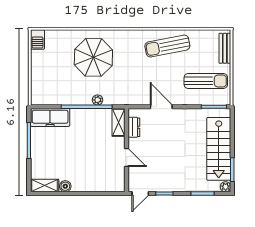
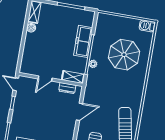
parasol: (93, 57) -> (124, 55), moved
freezer: (50, 117) -> (83, 41), moved

